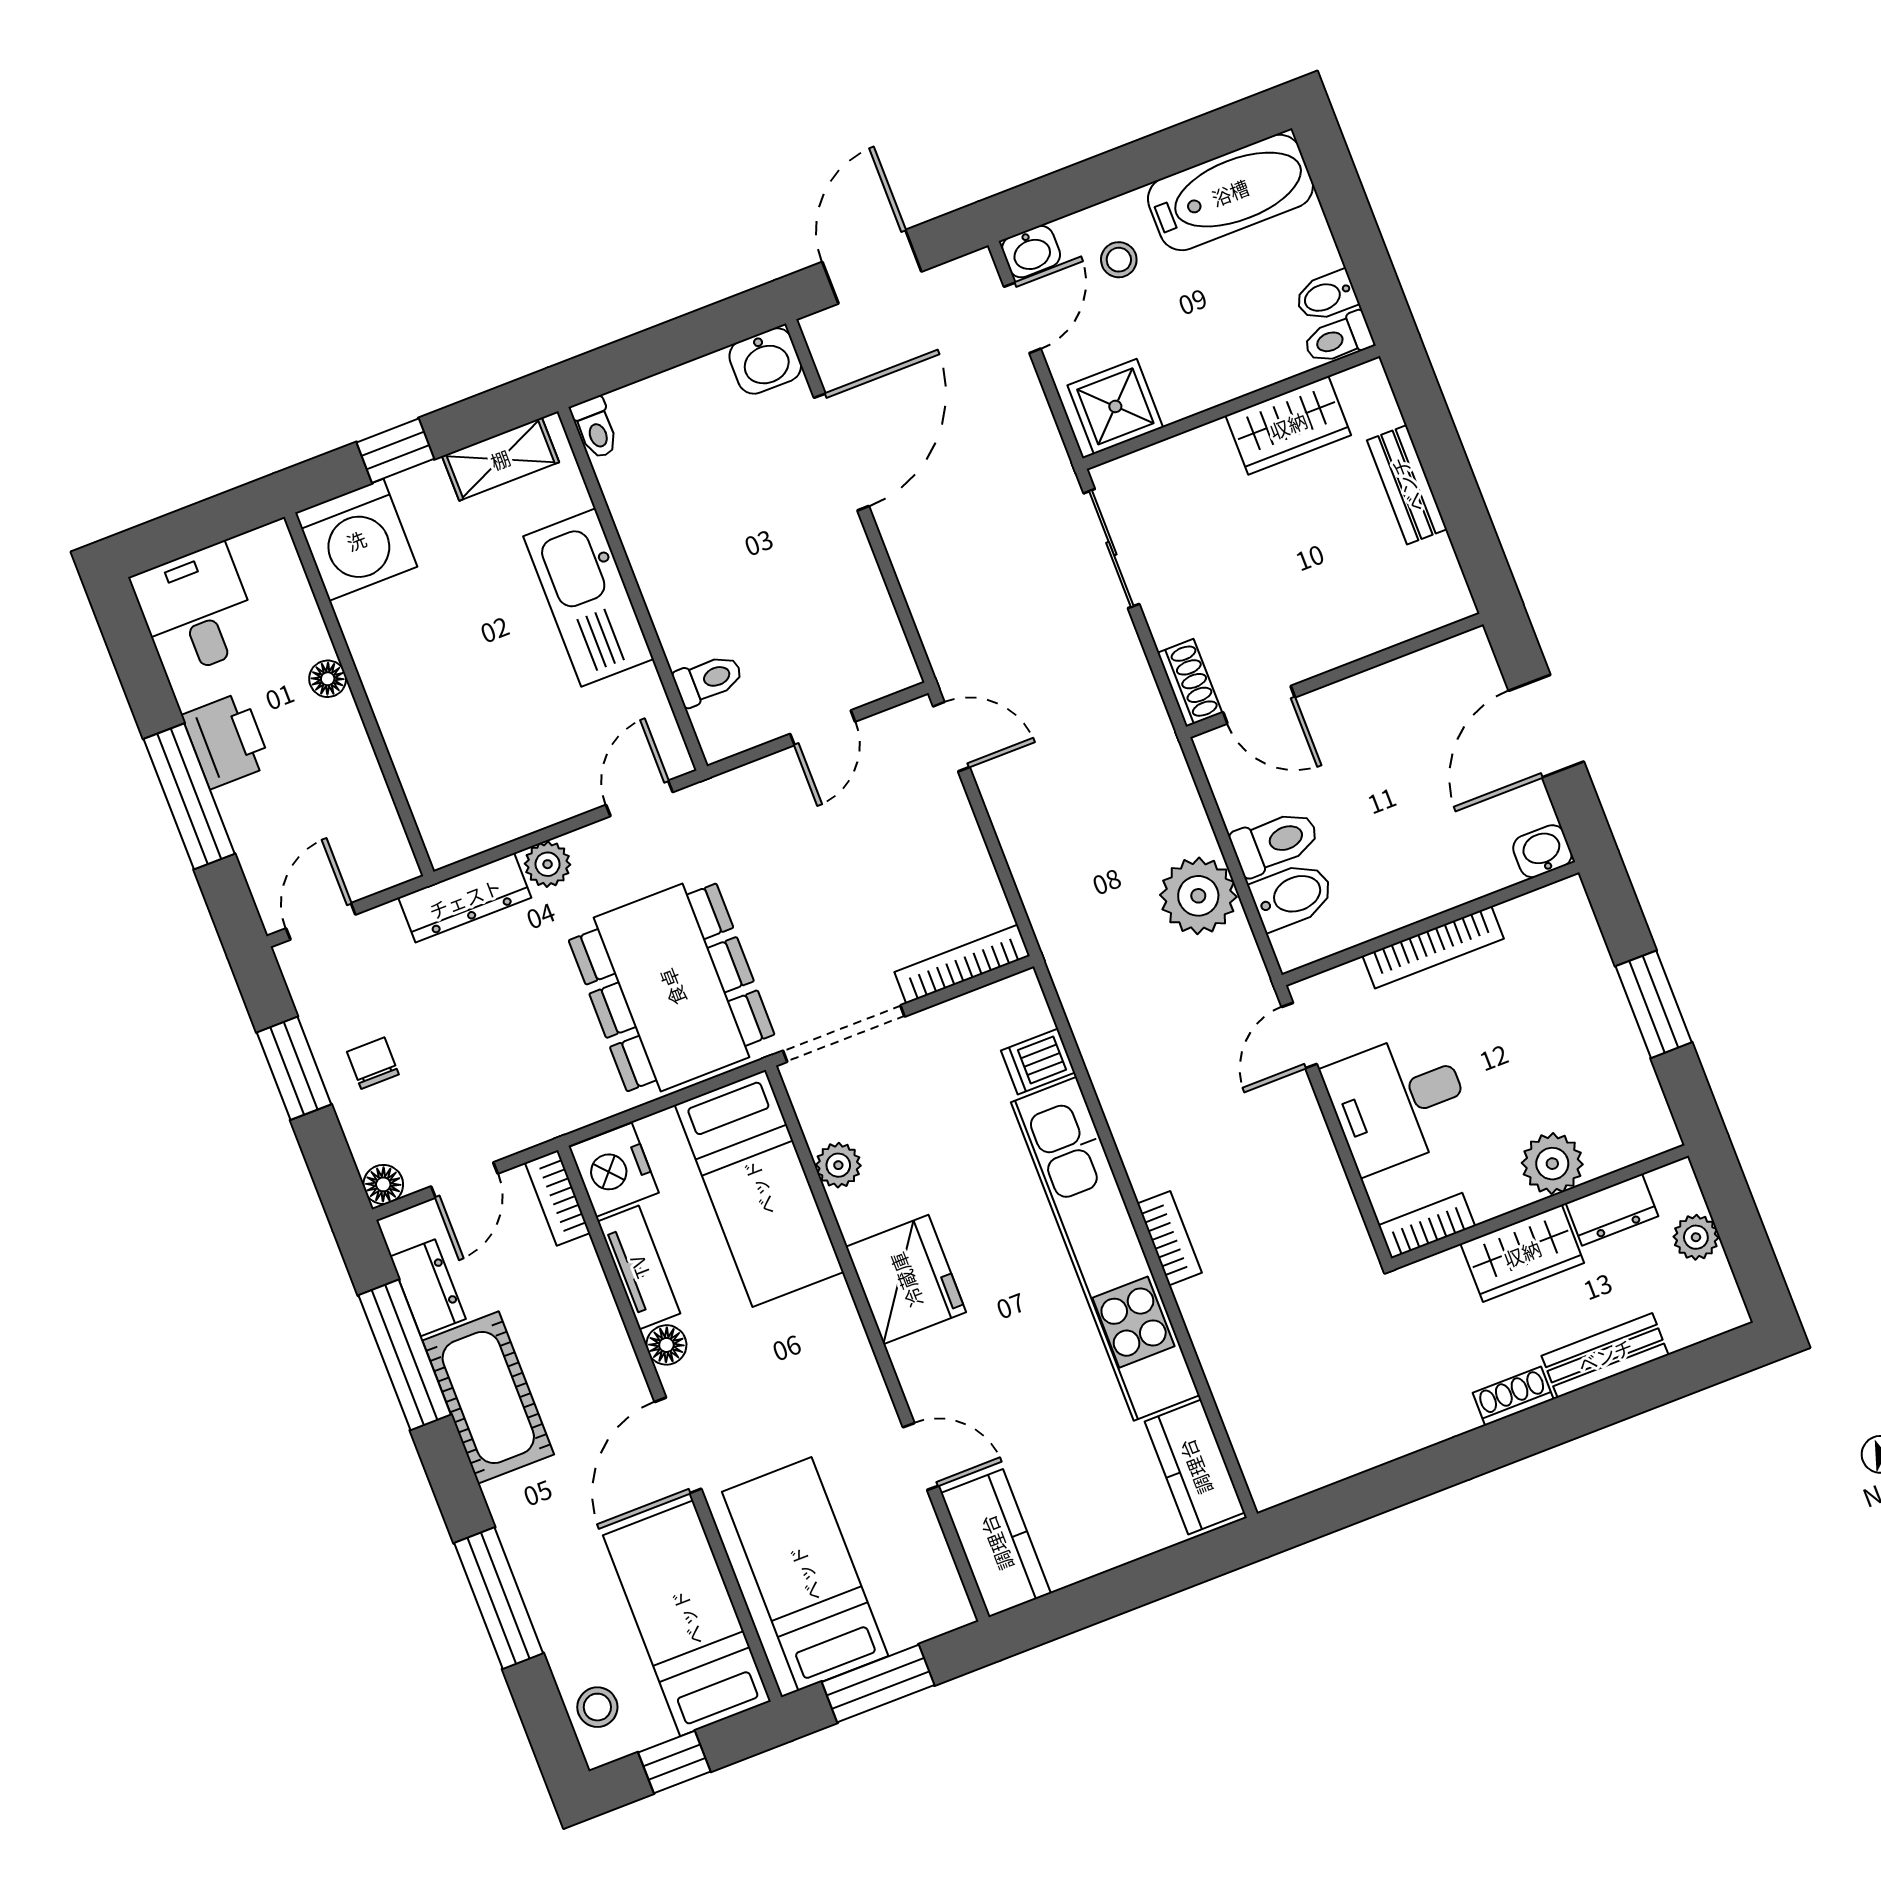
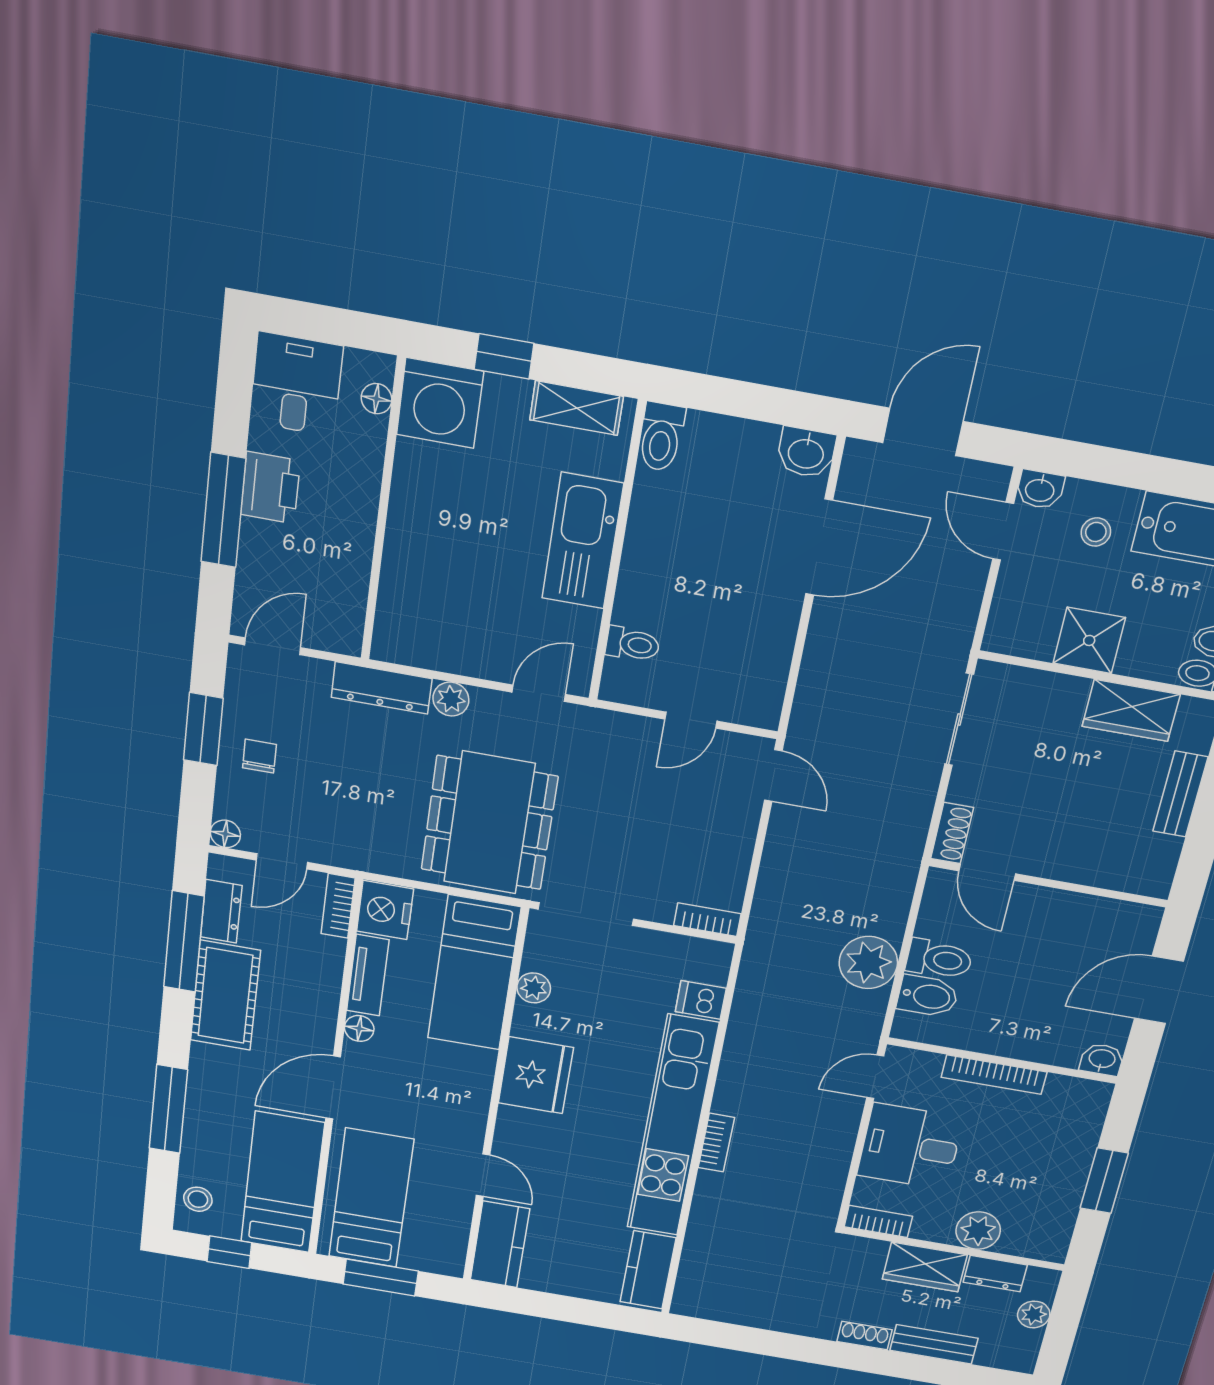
door: (1022, 318) -> (1003, 531), swing flipped
shower: (1115, 406) -> (1089, 640), moved
toilet: (595, 428) -> (661, 437), width x1.37, depth x1.39
floor lamp: (328, 679) -> (376, 399), moved
bookcase: (962, 964) -> (707, 920), width x0.64

